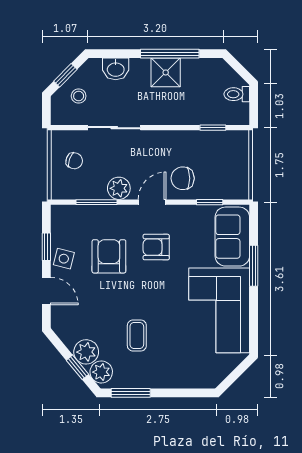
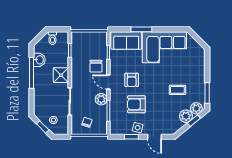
washbasin: (116, 69) -> (39, 60), moved
shower: (166, 72) -> (61, 75), moved
door: (46, 291) -> (154, 137), swing flipped

